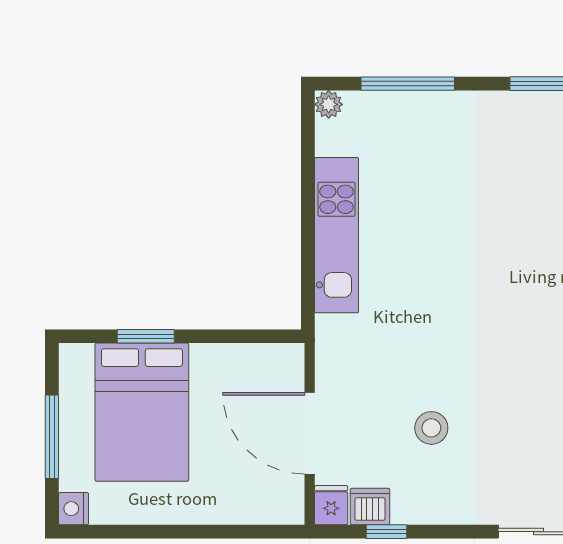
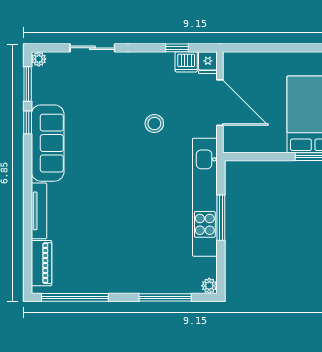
window: (308, 227) -> (221, 218), added
kitchen unit: (337, 235) -> (205, 197), width x1.36
stool: (431, 428) -> (154, 124), moved

